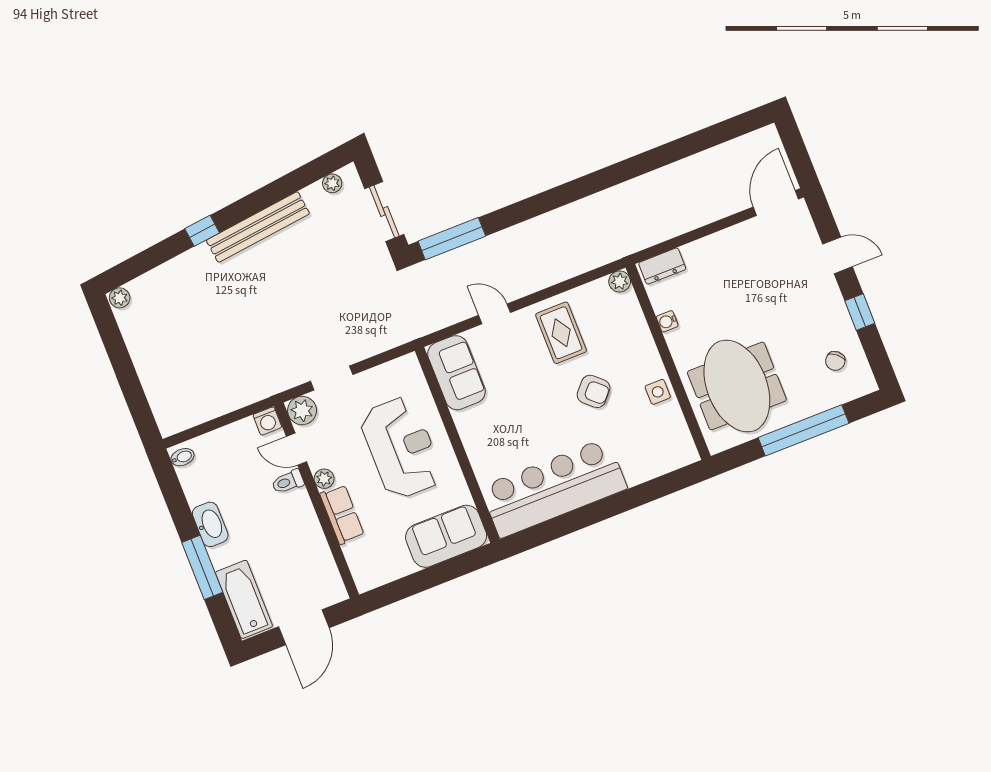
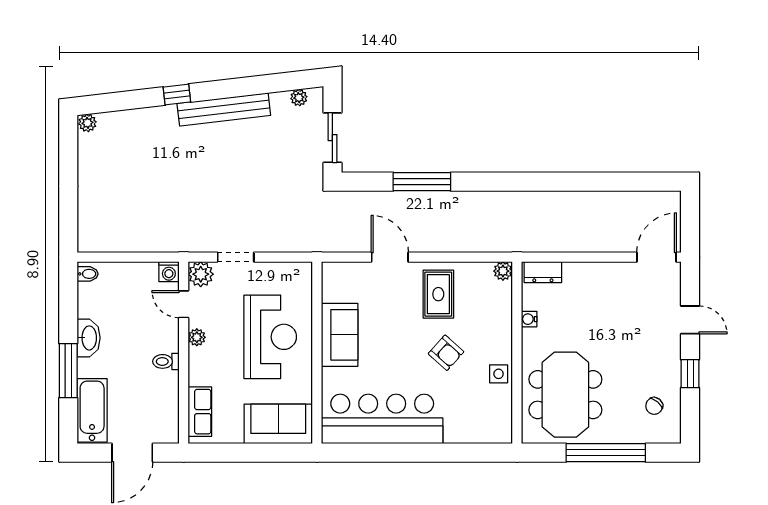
window: (452, 239) -> (422, 182), moved
door: (494, 314) -> (390, 257), width x1.37
sofa: (456, 373) -> (340, 335), moved
toilet: (288, 482) -> (166, 361), moved
row of seats: (342, 514) -> (200, 412), moved

